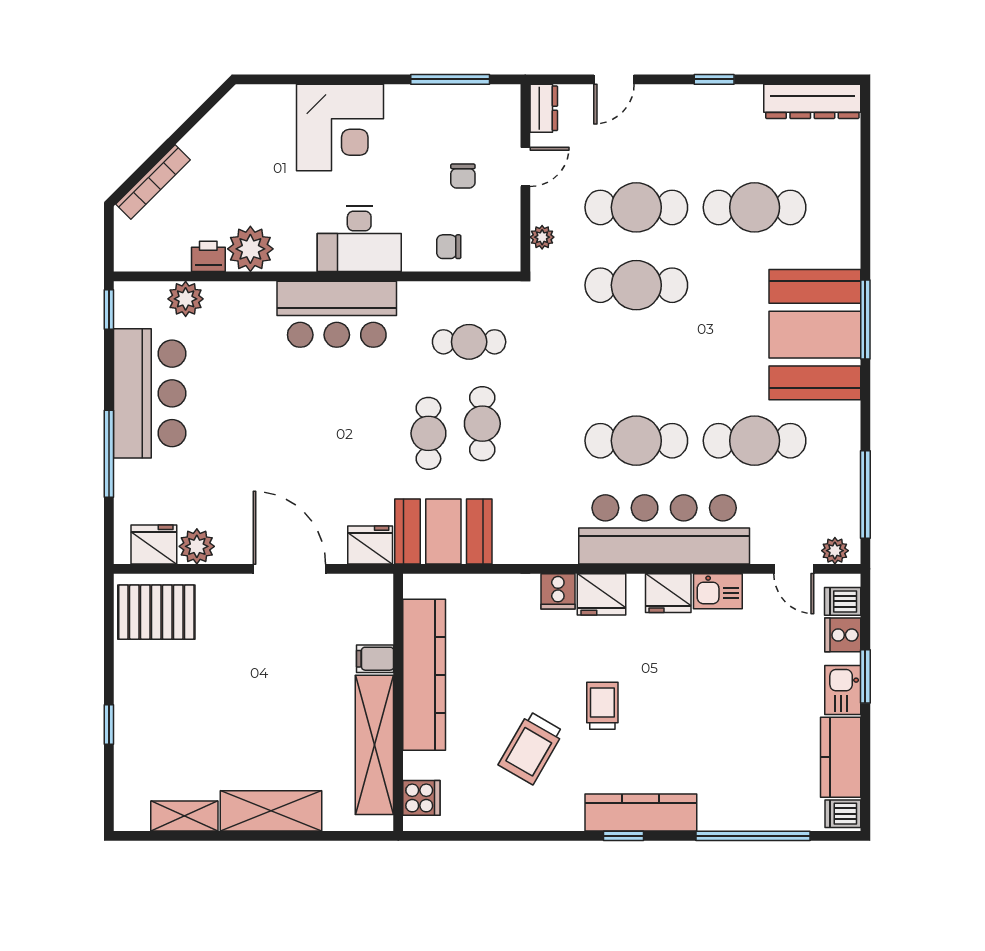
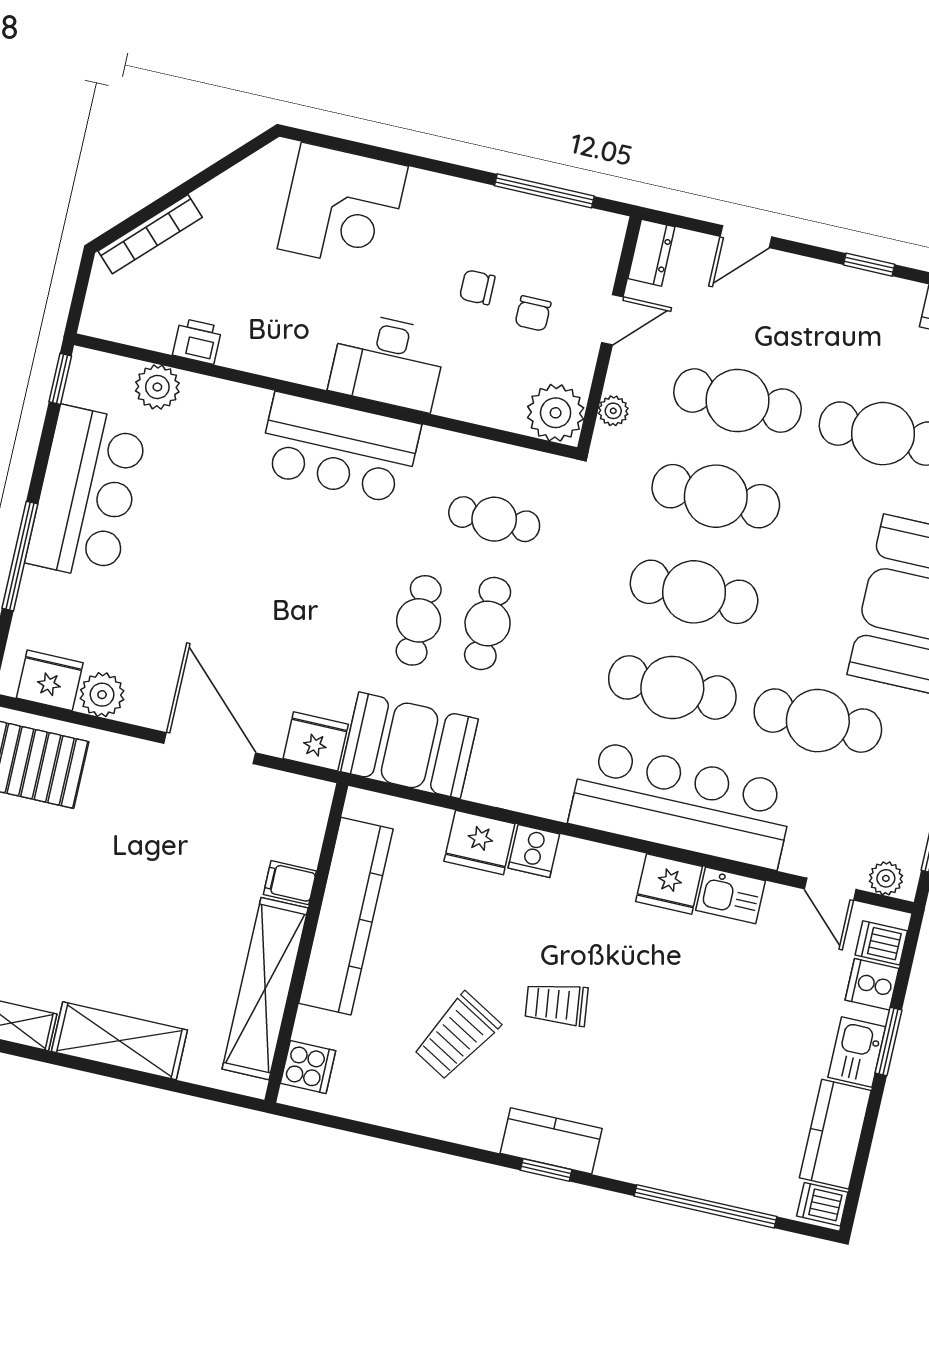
corner desk: (340, 128) -> (343, 207), moved
chair: (449, 247) -> (477, 287), moved
plant: (250, 249) -> (556, 413), moved
cafe table: (636, 363) -> (694, 592), added
fridge: (601, 594) -> (479, 843), moved
trolley: (602, 706) -> (556, 1004), turned -97
kitchen counter: (641, 812) -> (551, 1141), width x0.67

